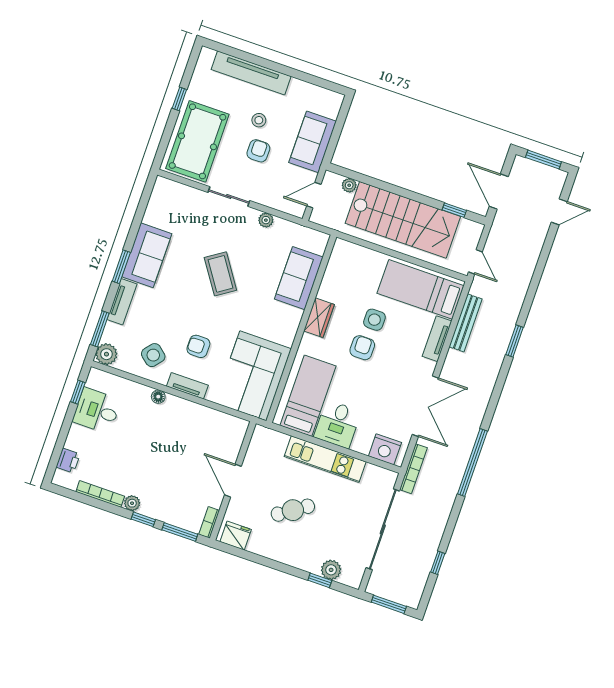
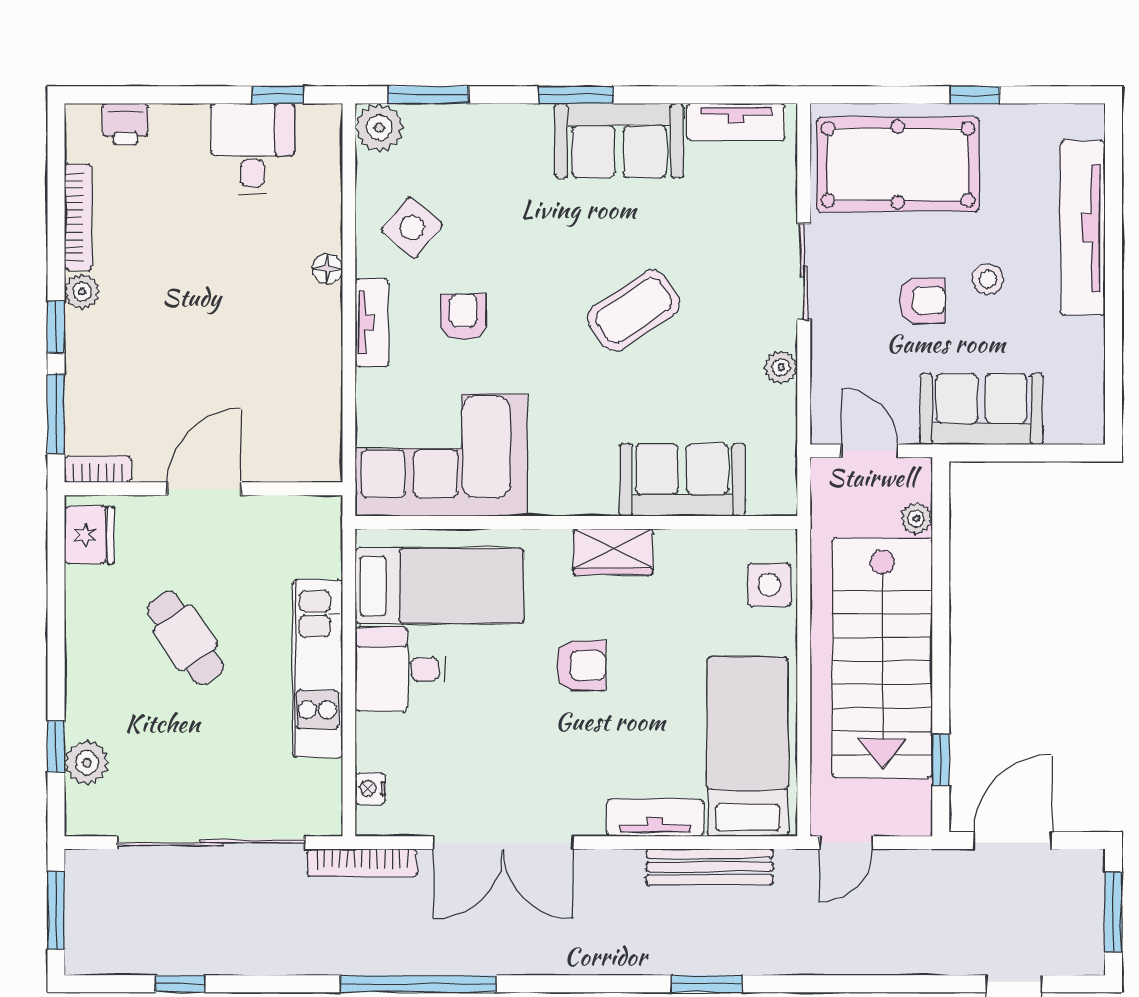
tv unit: (122, 302) -> (736, 122), moved
side table: (374, 320) -> (769, 585), moved
nightstand: (385, 449) -> (370, 788), width x0.53, depth x0.56

